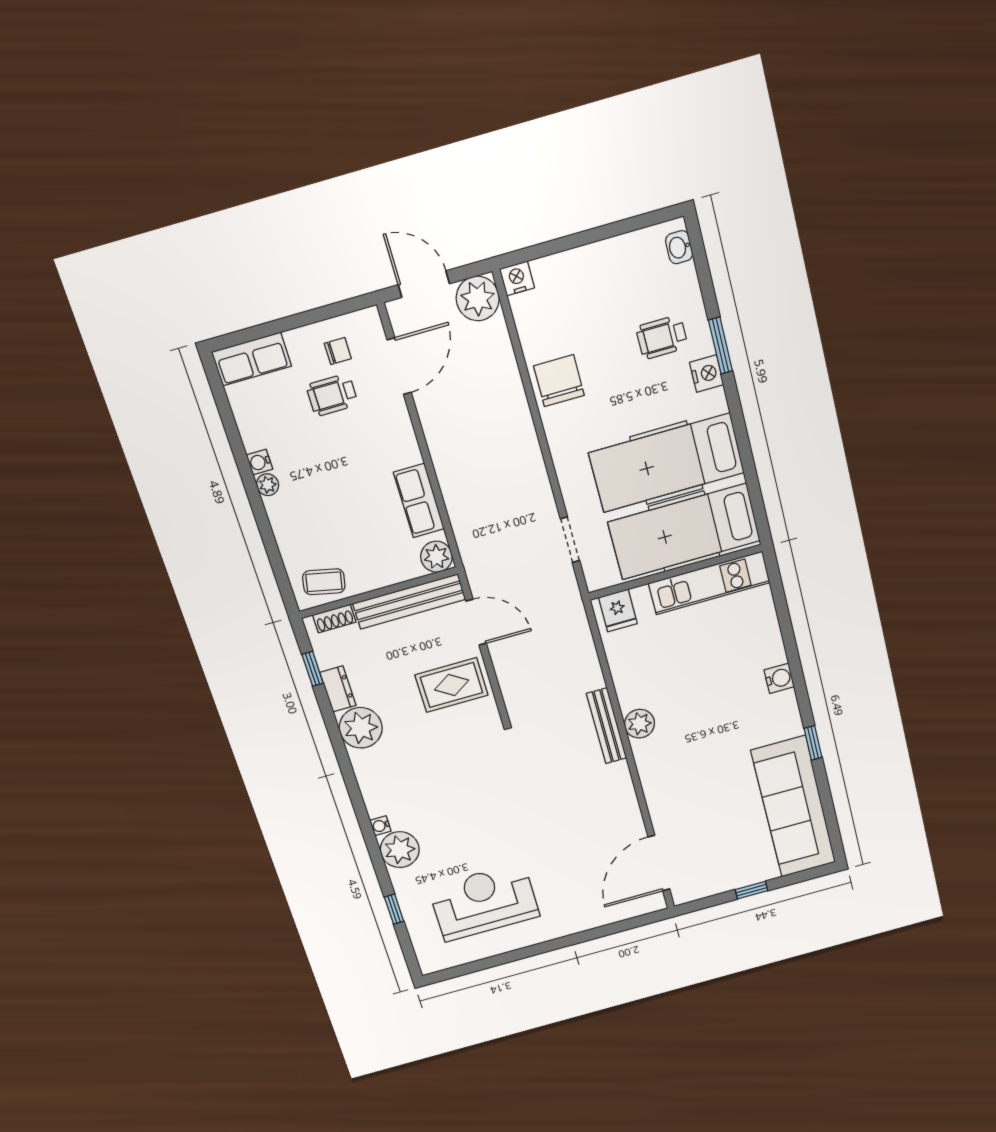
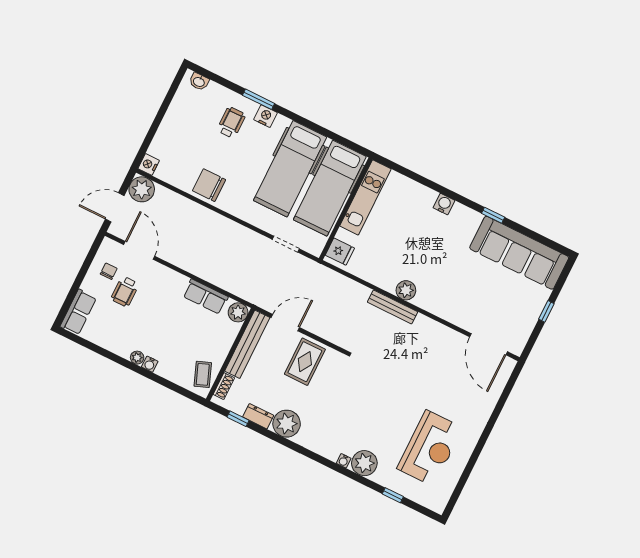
wheelchair: (662, 337) -> (231, 122), turned 180
water cooler: (259, 462) -> (150, 364), moved
coffee table: (324, 582) -> (203, 374), turned -33
reception desk: (484, 902) -> (430, 448), turned 180

